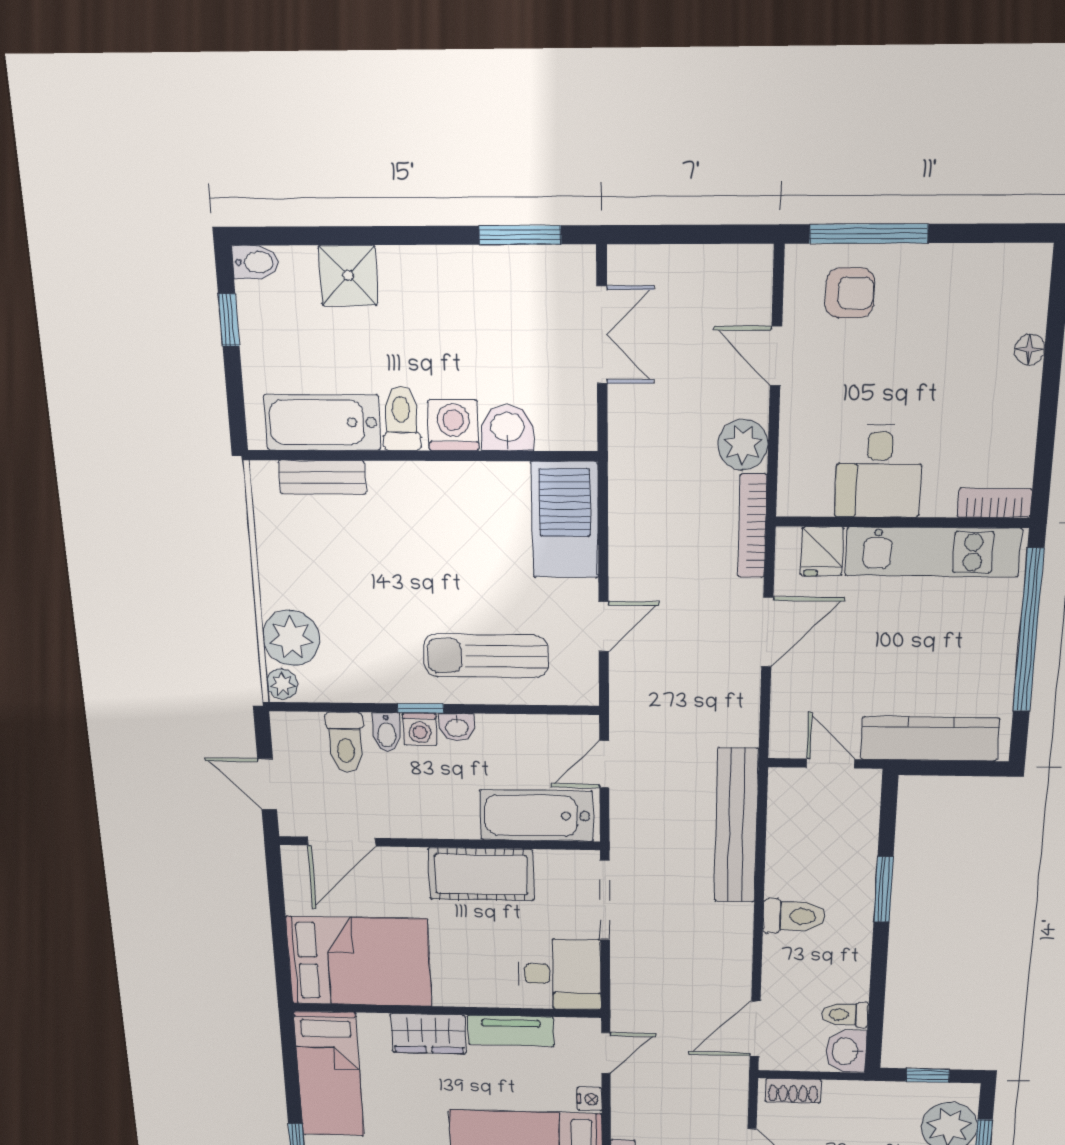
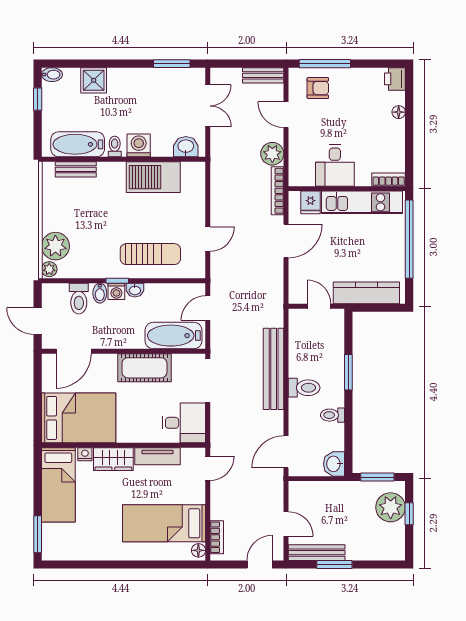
bench: (727, 263) -> (263, 75), added
printer: (1027, 270) -> (395, 79), added
toilet: (401, 418) -> (115, 146), width x0.73, depth x0.72
washbasin: (507, 428) -> (186, 147), moved
barbecue: (565, 520) -> (153, 177), moved, turned -90
sun lounger: (486, 656) -> (150, 254), turned 180
bench: (736, 826) -> (274, 369), moved
toilet: (845, 1015) -> (333, 415), moved
window: (928, 1075) -> (377, 477), width x1.50
shoe rack: (793, 1091) -> (307, 488), removed
nightstand: (589, 1099) -> (85, 454), moved, turned -90

